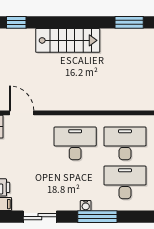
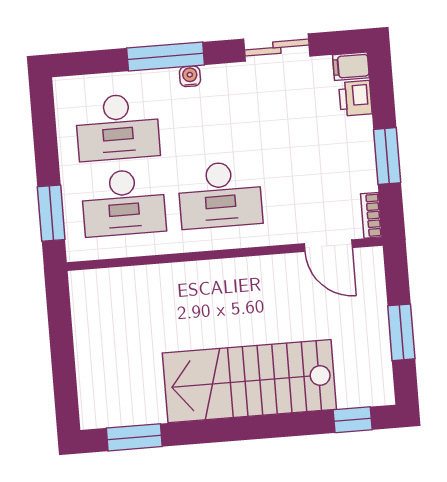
stairs: (68, 40) -> (249, 381), width x1.36, depth x1.51

